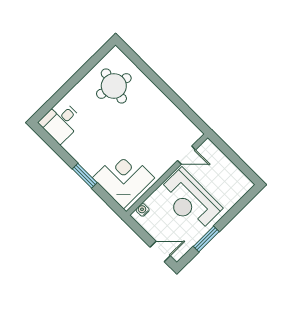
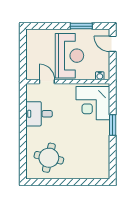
desk: (61, 122) -> (39, 114), moved, turned 180

